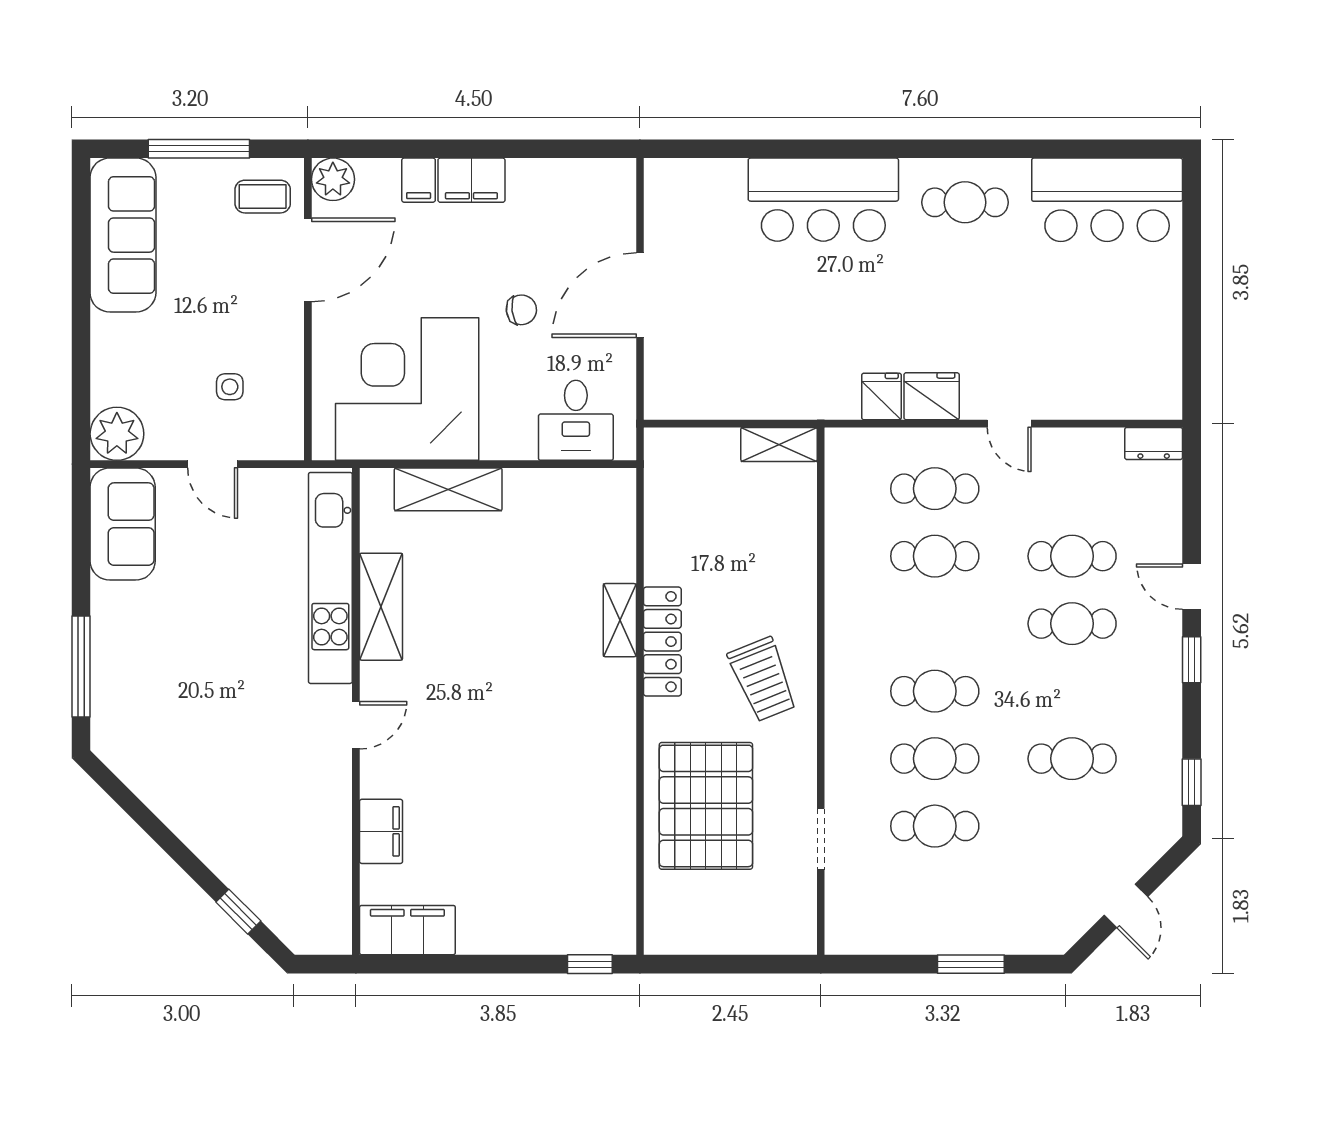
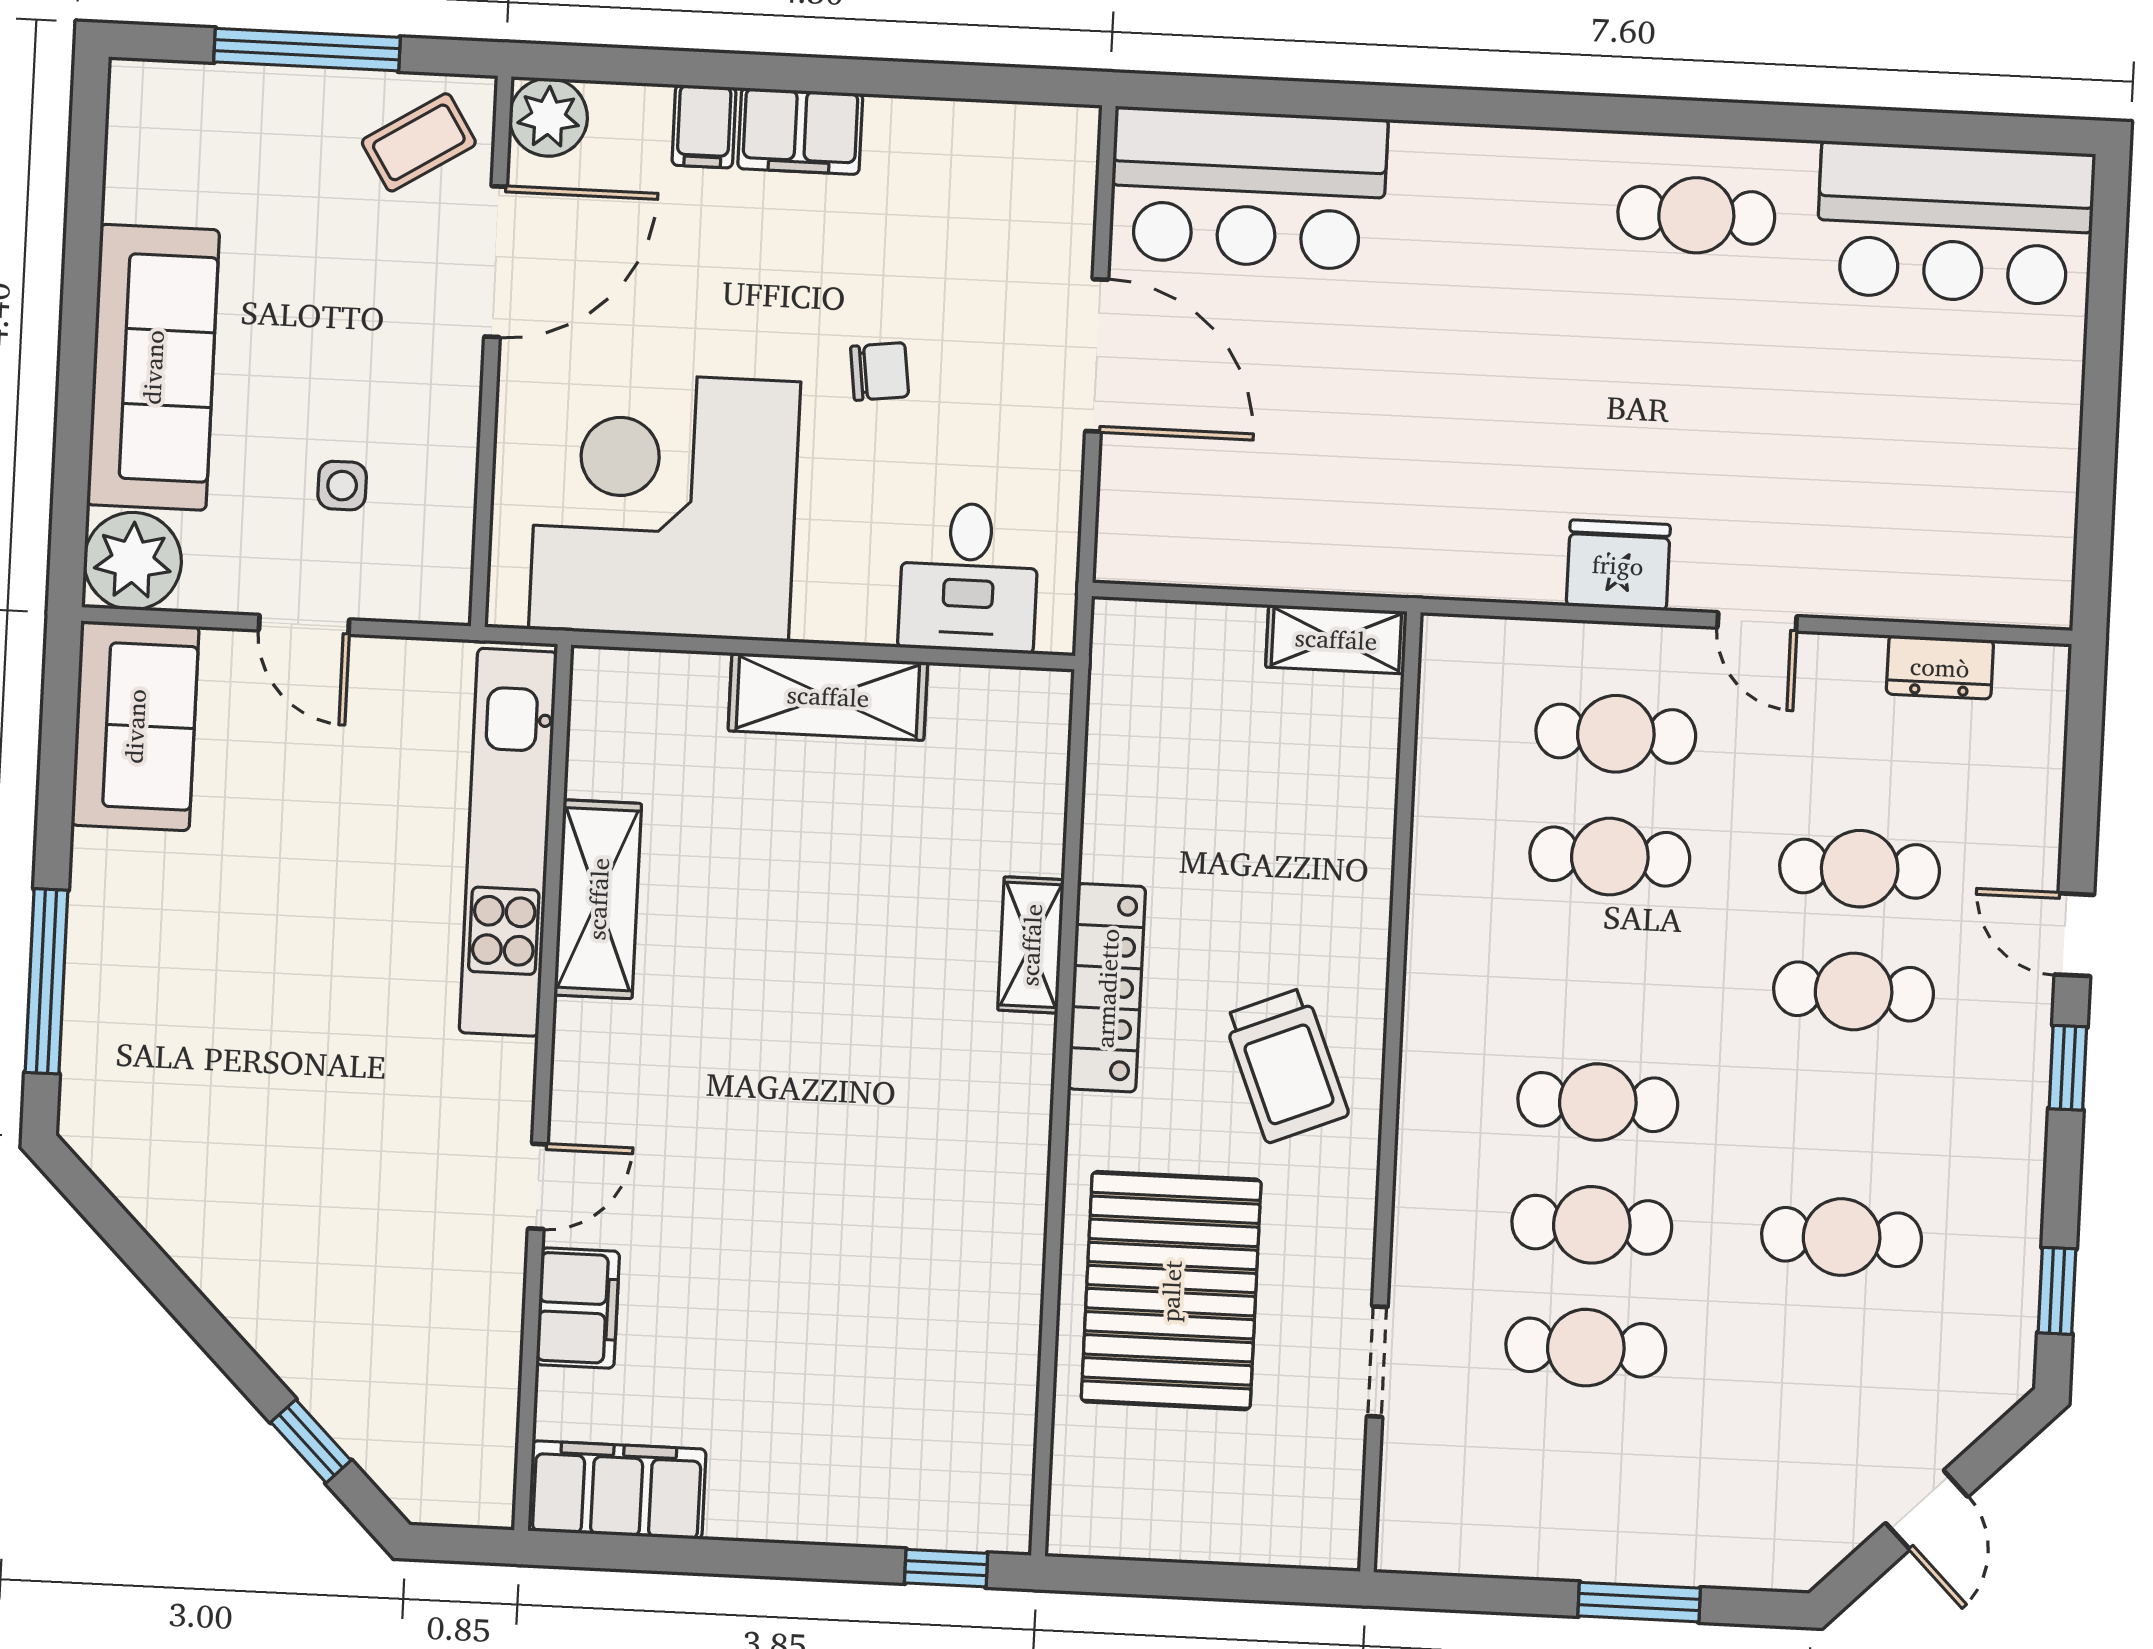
coffee table: (263, 197) -> (419, 142), turned -32
bar counter: (823, 200) -> (1248, 188), moved
sofa: (123, 235) -> (153, 367), moved
door: (640, 295) -> (1097, 355), swing flipped
fridge: (882, 396) -> (1527, 561), removed
dresser: (1154, 443) -> (1940, 667), moved
shelving: (448, 489) -> (828, 696), moved
door: (356, 725) -> (538, 1186), moved

